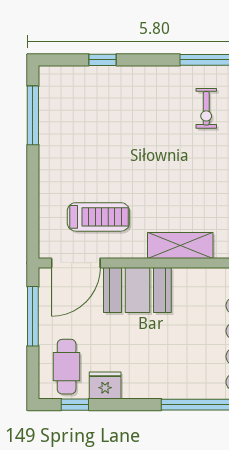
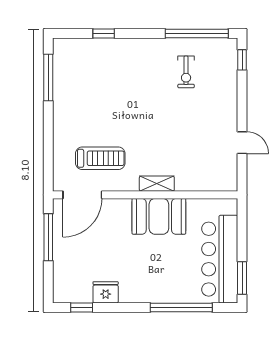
shelving: (180, 246) -> (157, 184), width x0.67, depth x0.75
booth: (137, 290) -> (159, 216), moved
cafe table: (67, 367) -> (75, 277), removed

